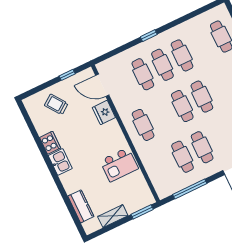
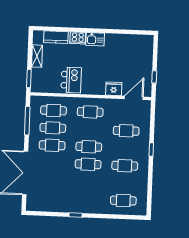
cafe table: (162, 65) -> (54, 110), moved
trolley: (56, 104) -> (137, 58), removed
cooker: (50, 143) -> (78, 38), moved
kitchen island: (119, 165) -> (71, 80), turned 180

